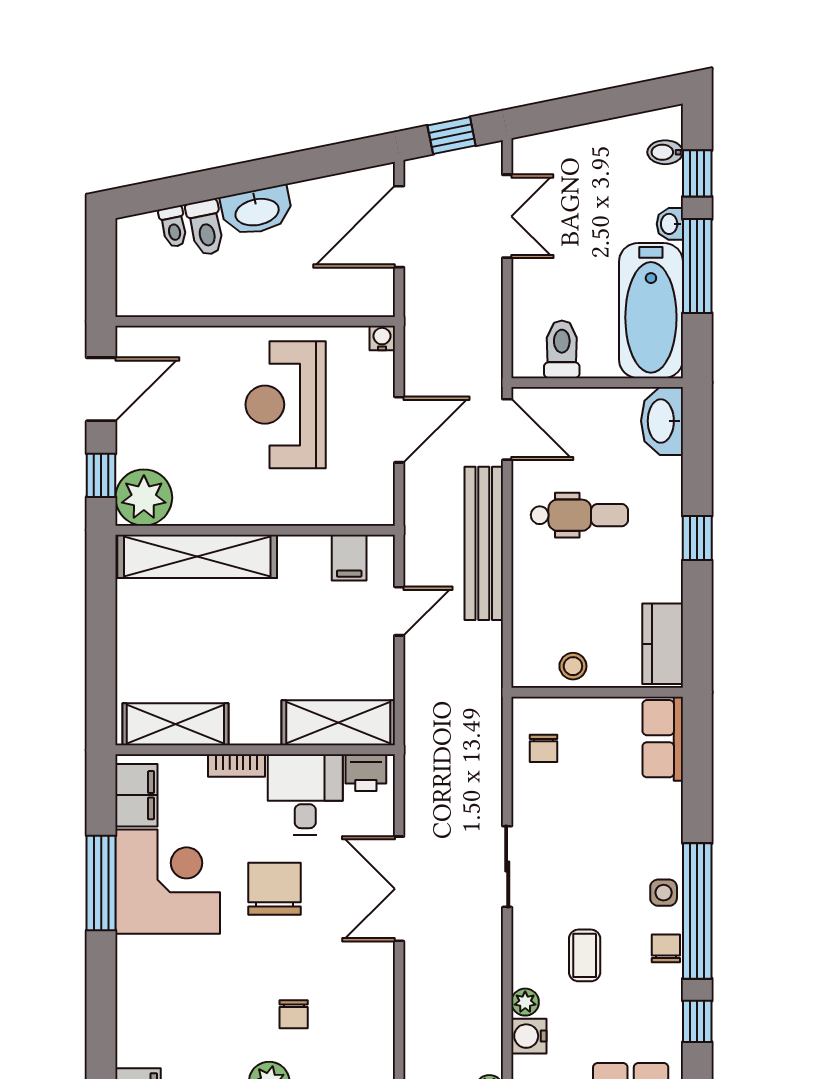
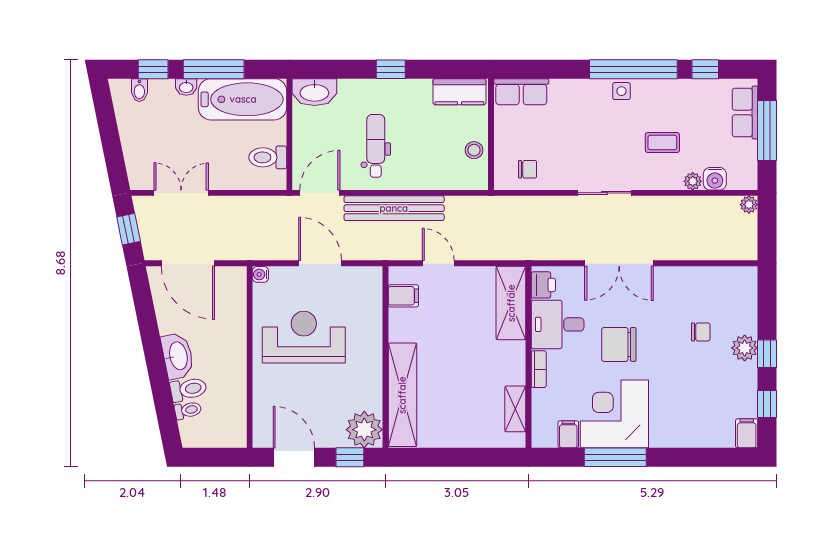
reception desk: (286, 405) -> (304, 337), turned 180
shelving: (175, 724) -> (515, 409), width x0.67, depth x0.75
filing cabinet: (136, 795) -> (568, 434), width x0.50
chair: (666, 948) -> (658, 90), removed

